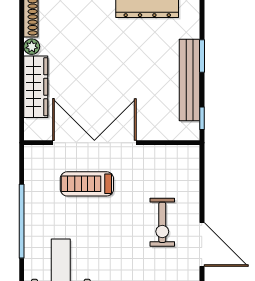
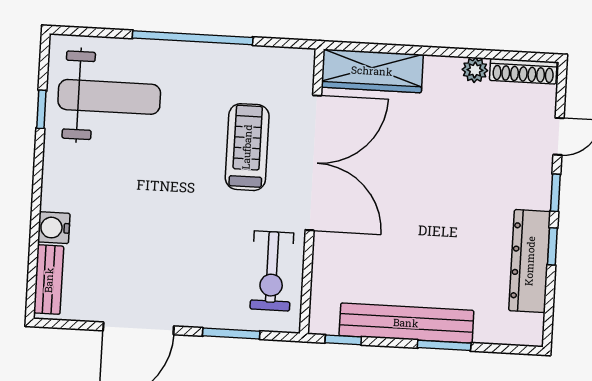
wardrobe: (36, 87) -> (372, 71), moved
window: (202, 187) -> (231, 334), added
exercise bike: (162, 222) -> (272, 271), moved, turned -90

